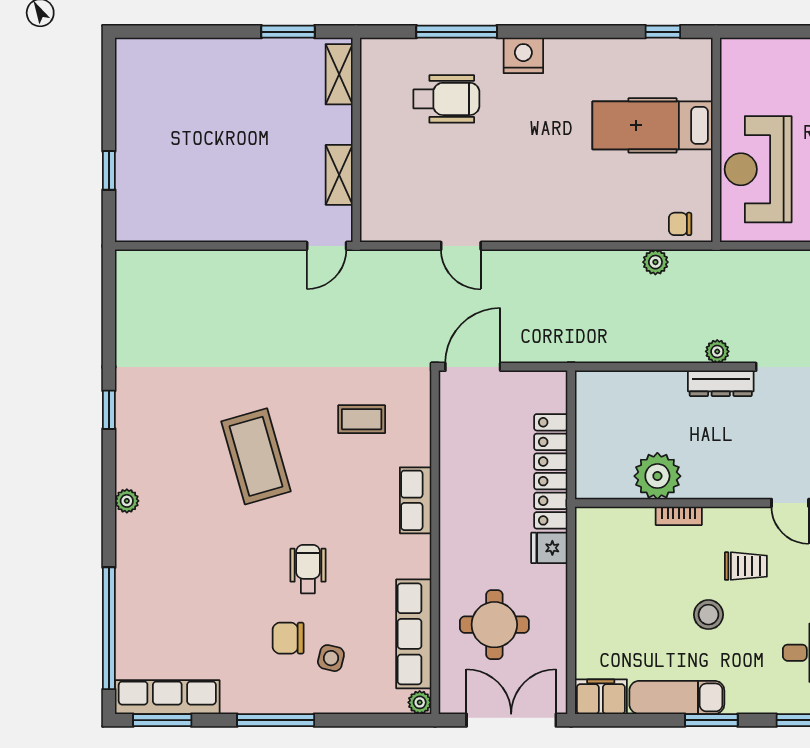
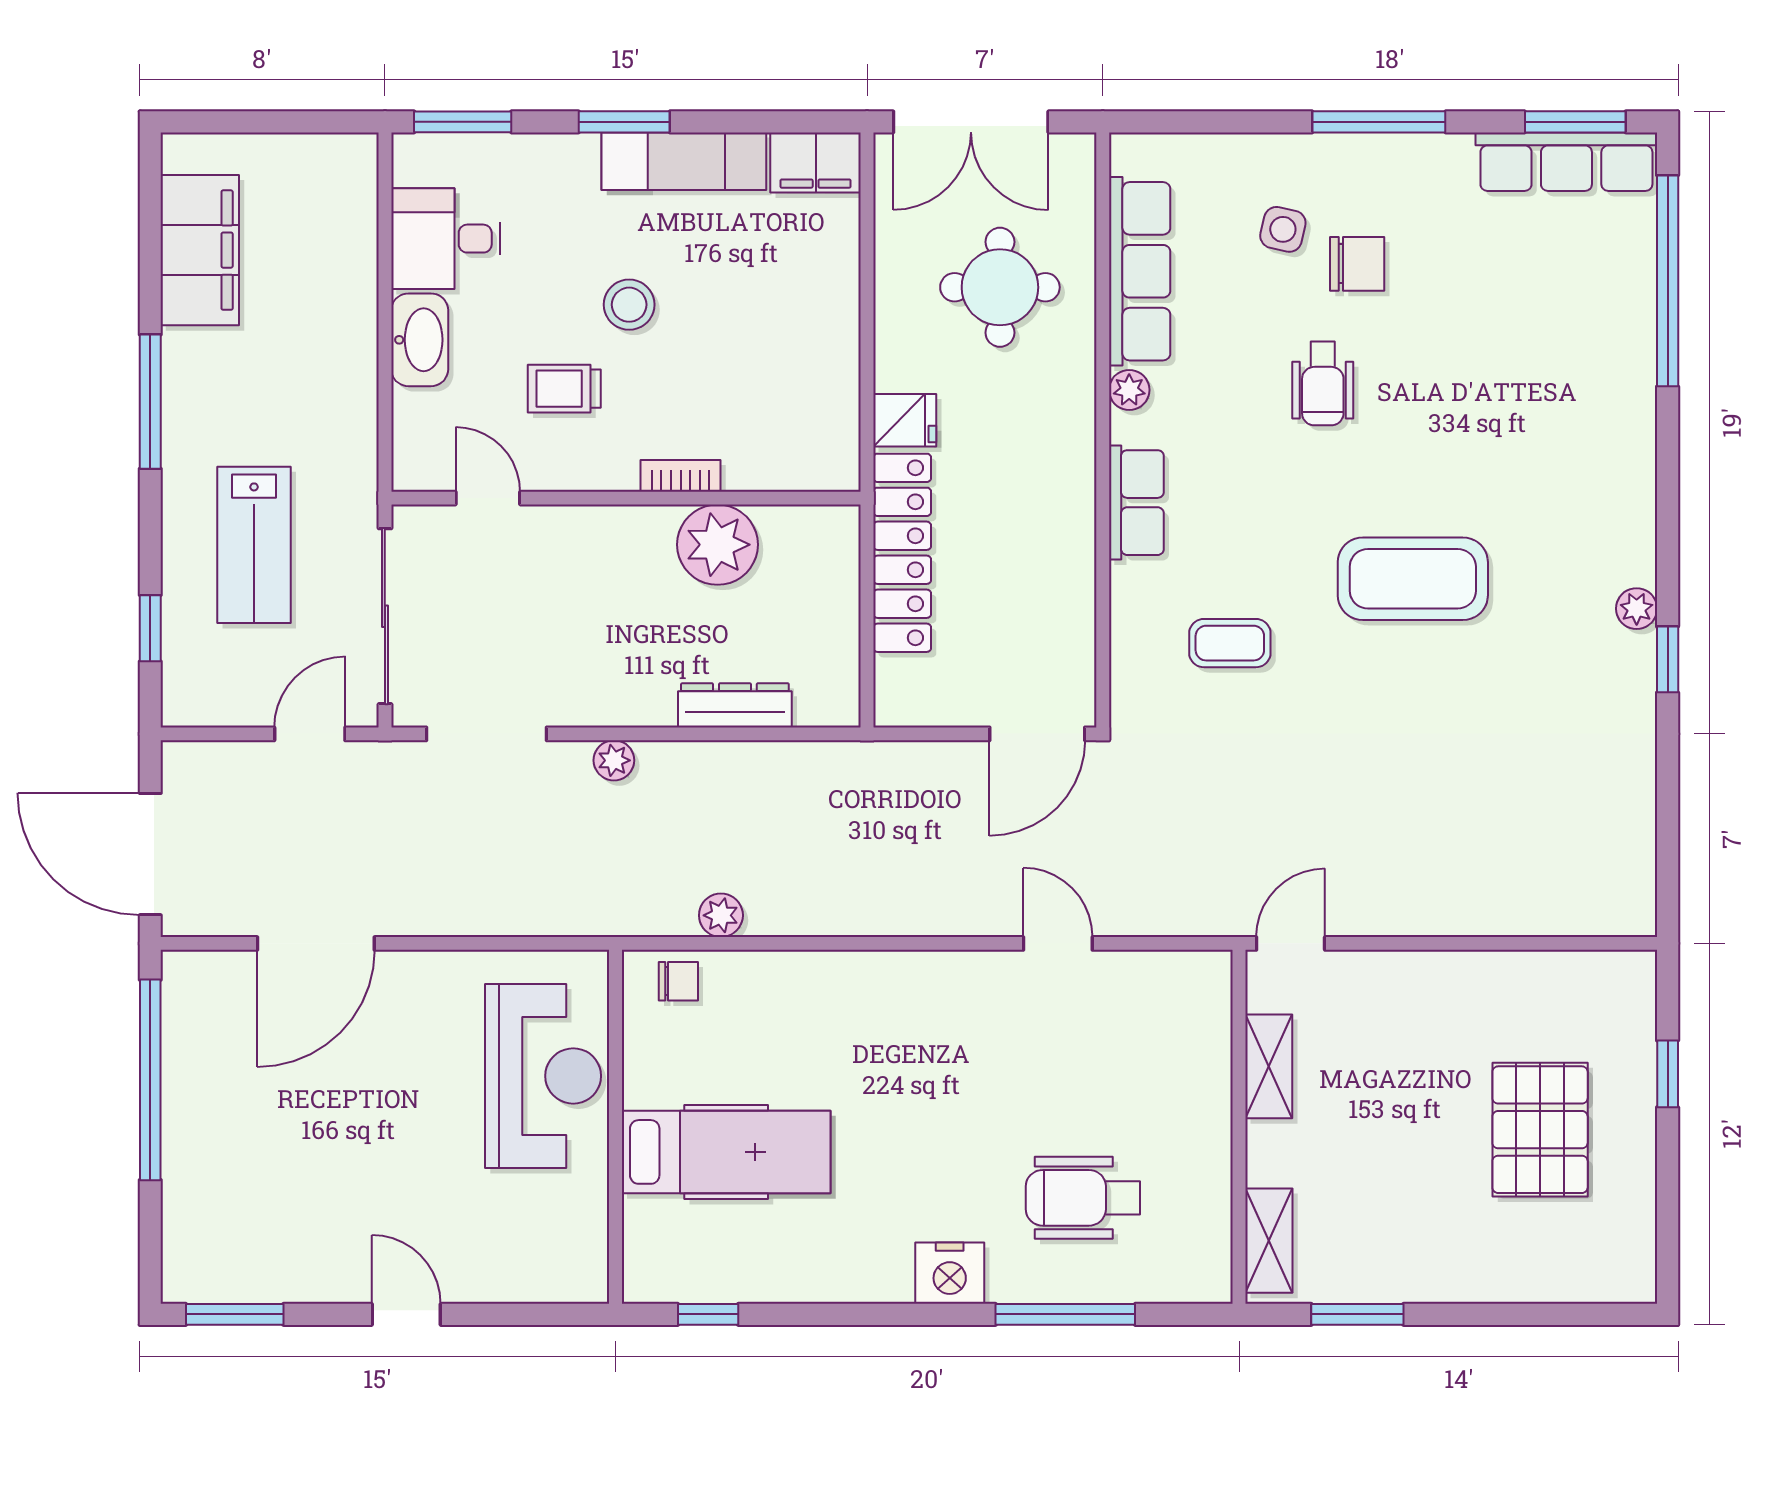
pallet: (183, 138) -> (1540, 1130), added
dresser: (721, 383) -> (735, 705), moved
coffee table: (256, 456) -> (1413, 579), turned -74
plant: (127, 501) -> (1637, 609), moved
plant: (420, 702) -> (1129, 390), moved

